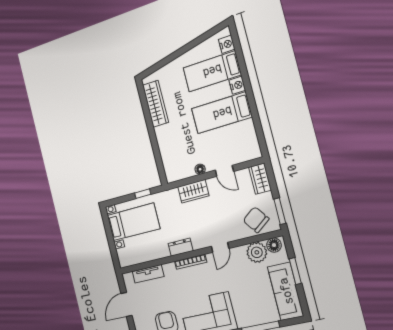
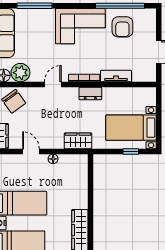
wardrobe: (193, 191) -> (78, 141), moved
window: (143, 194) -> (131, 151), moved
tv unit: (148, 274) -> (116, 76), moved

